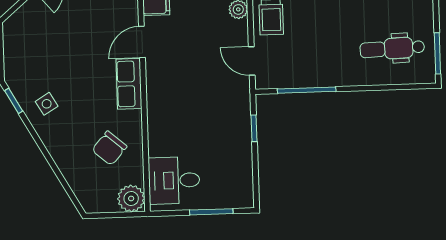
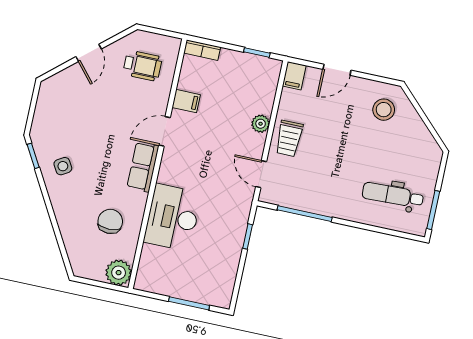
chair: (109, 148) -> (110, 221), turned 139
desk: (174, 180) -> (173, 217), moved, width x1.37

